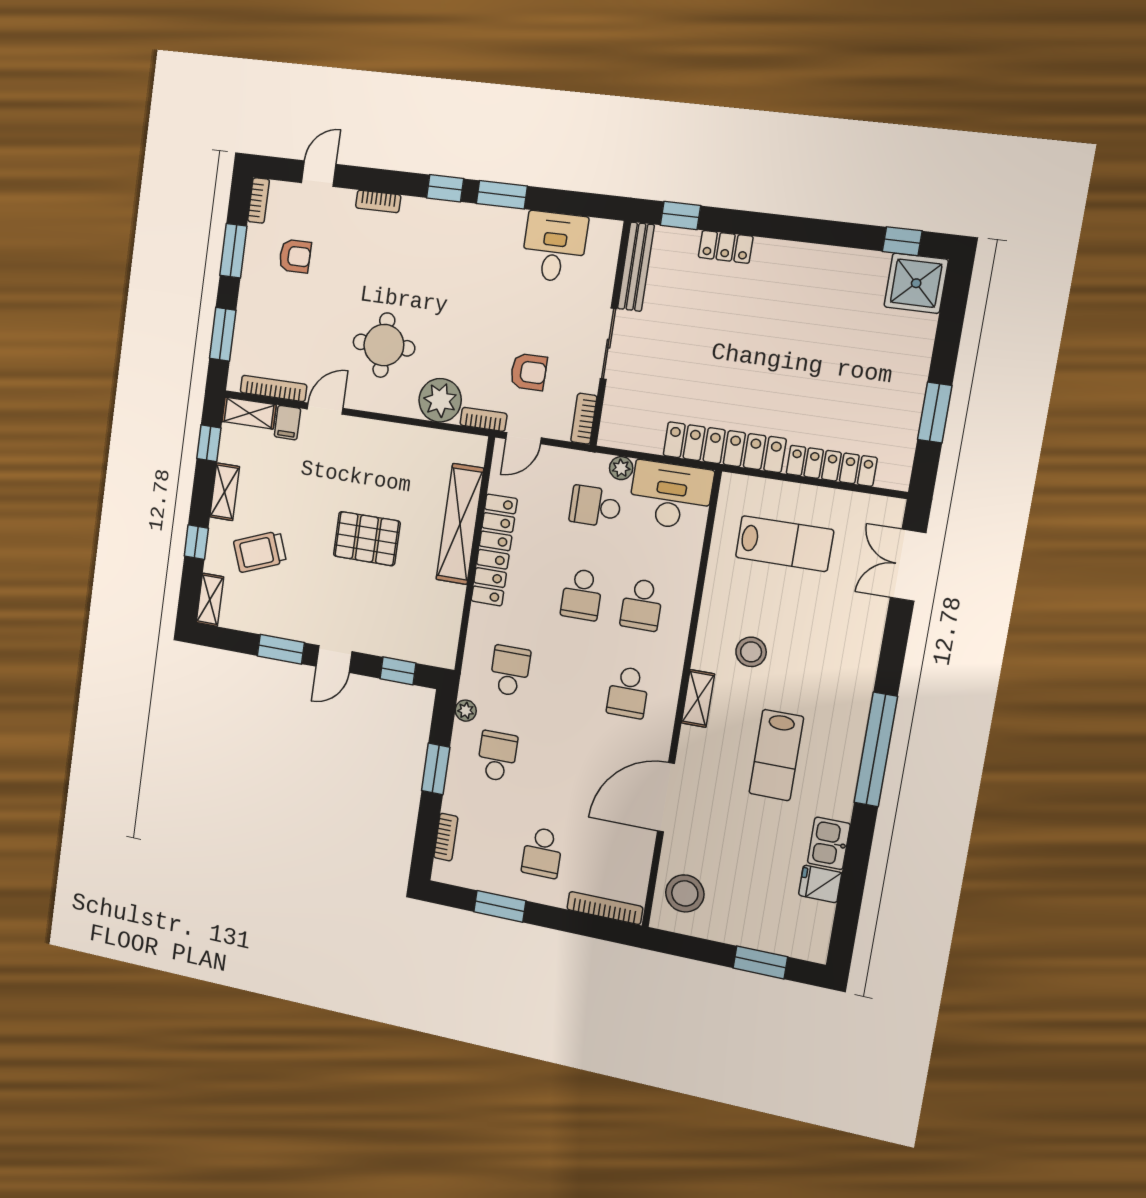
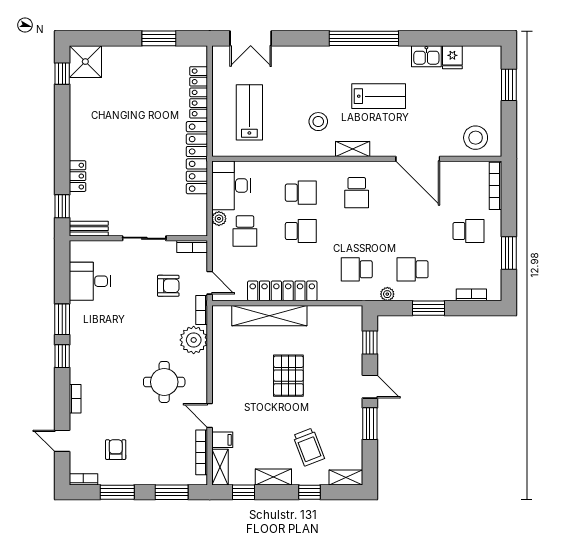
bench: (636, 267) -> (89, 229), width x0.73
armchair: (529, 372) -> (168, 286), turned 90
school desk: (628, 692) -> (357, 193), turned 90

